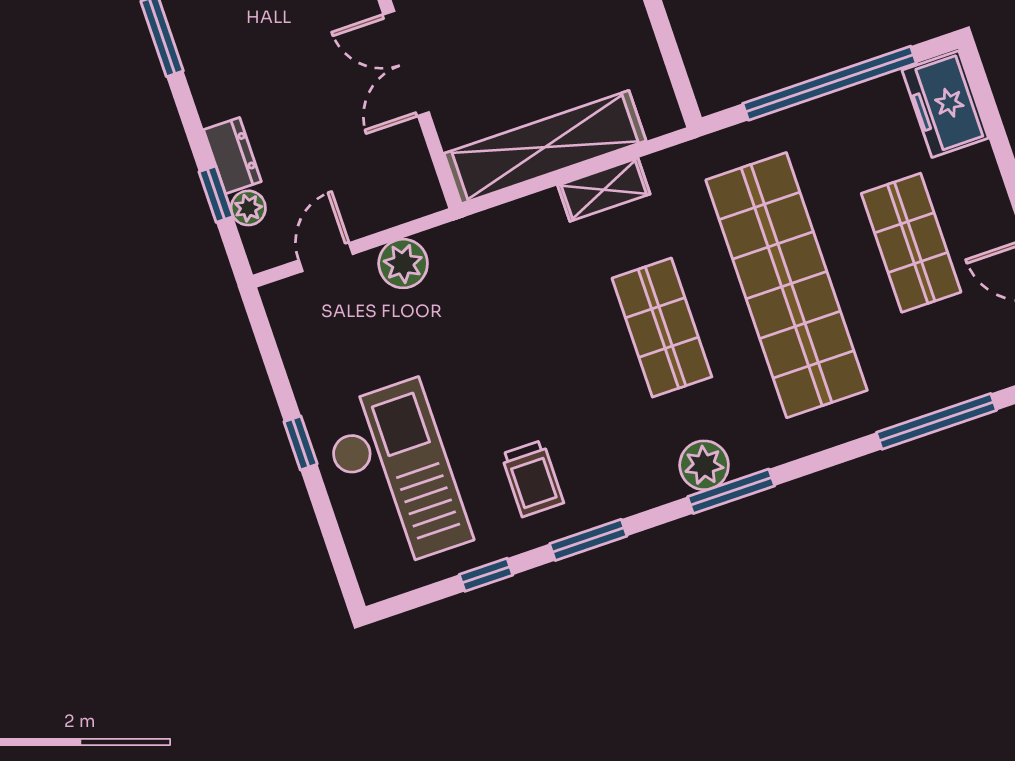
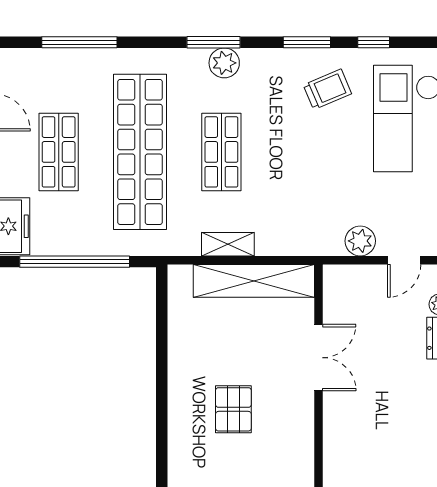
trolley: (532, 479) -> (327, 89), turned 67

